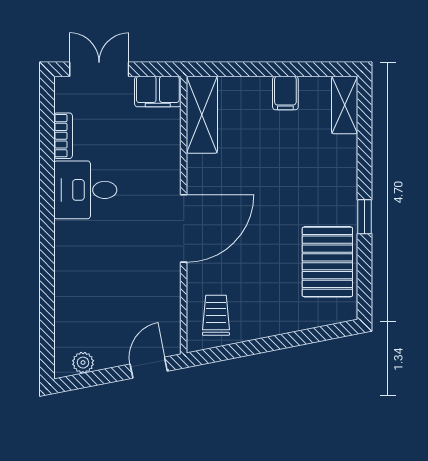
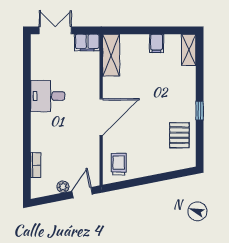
bookcase: (63, 136) -> (36, 165), moved
pallet: (327, 262) -> (179, 135), width x0.67, depth x0.71
plant: (83, 363) -> (63, 187), moved

